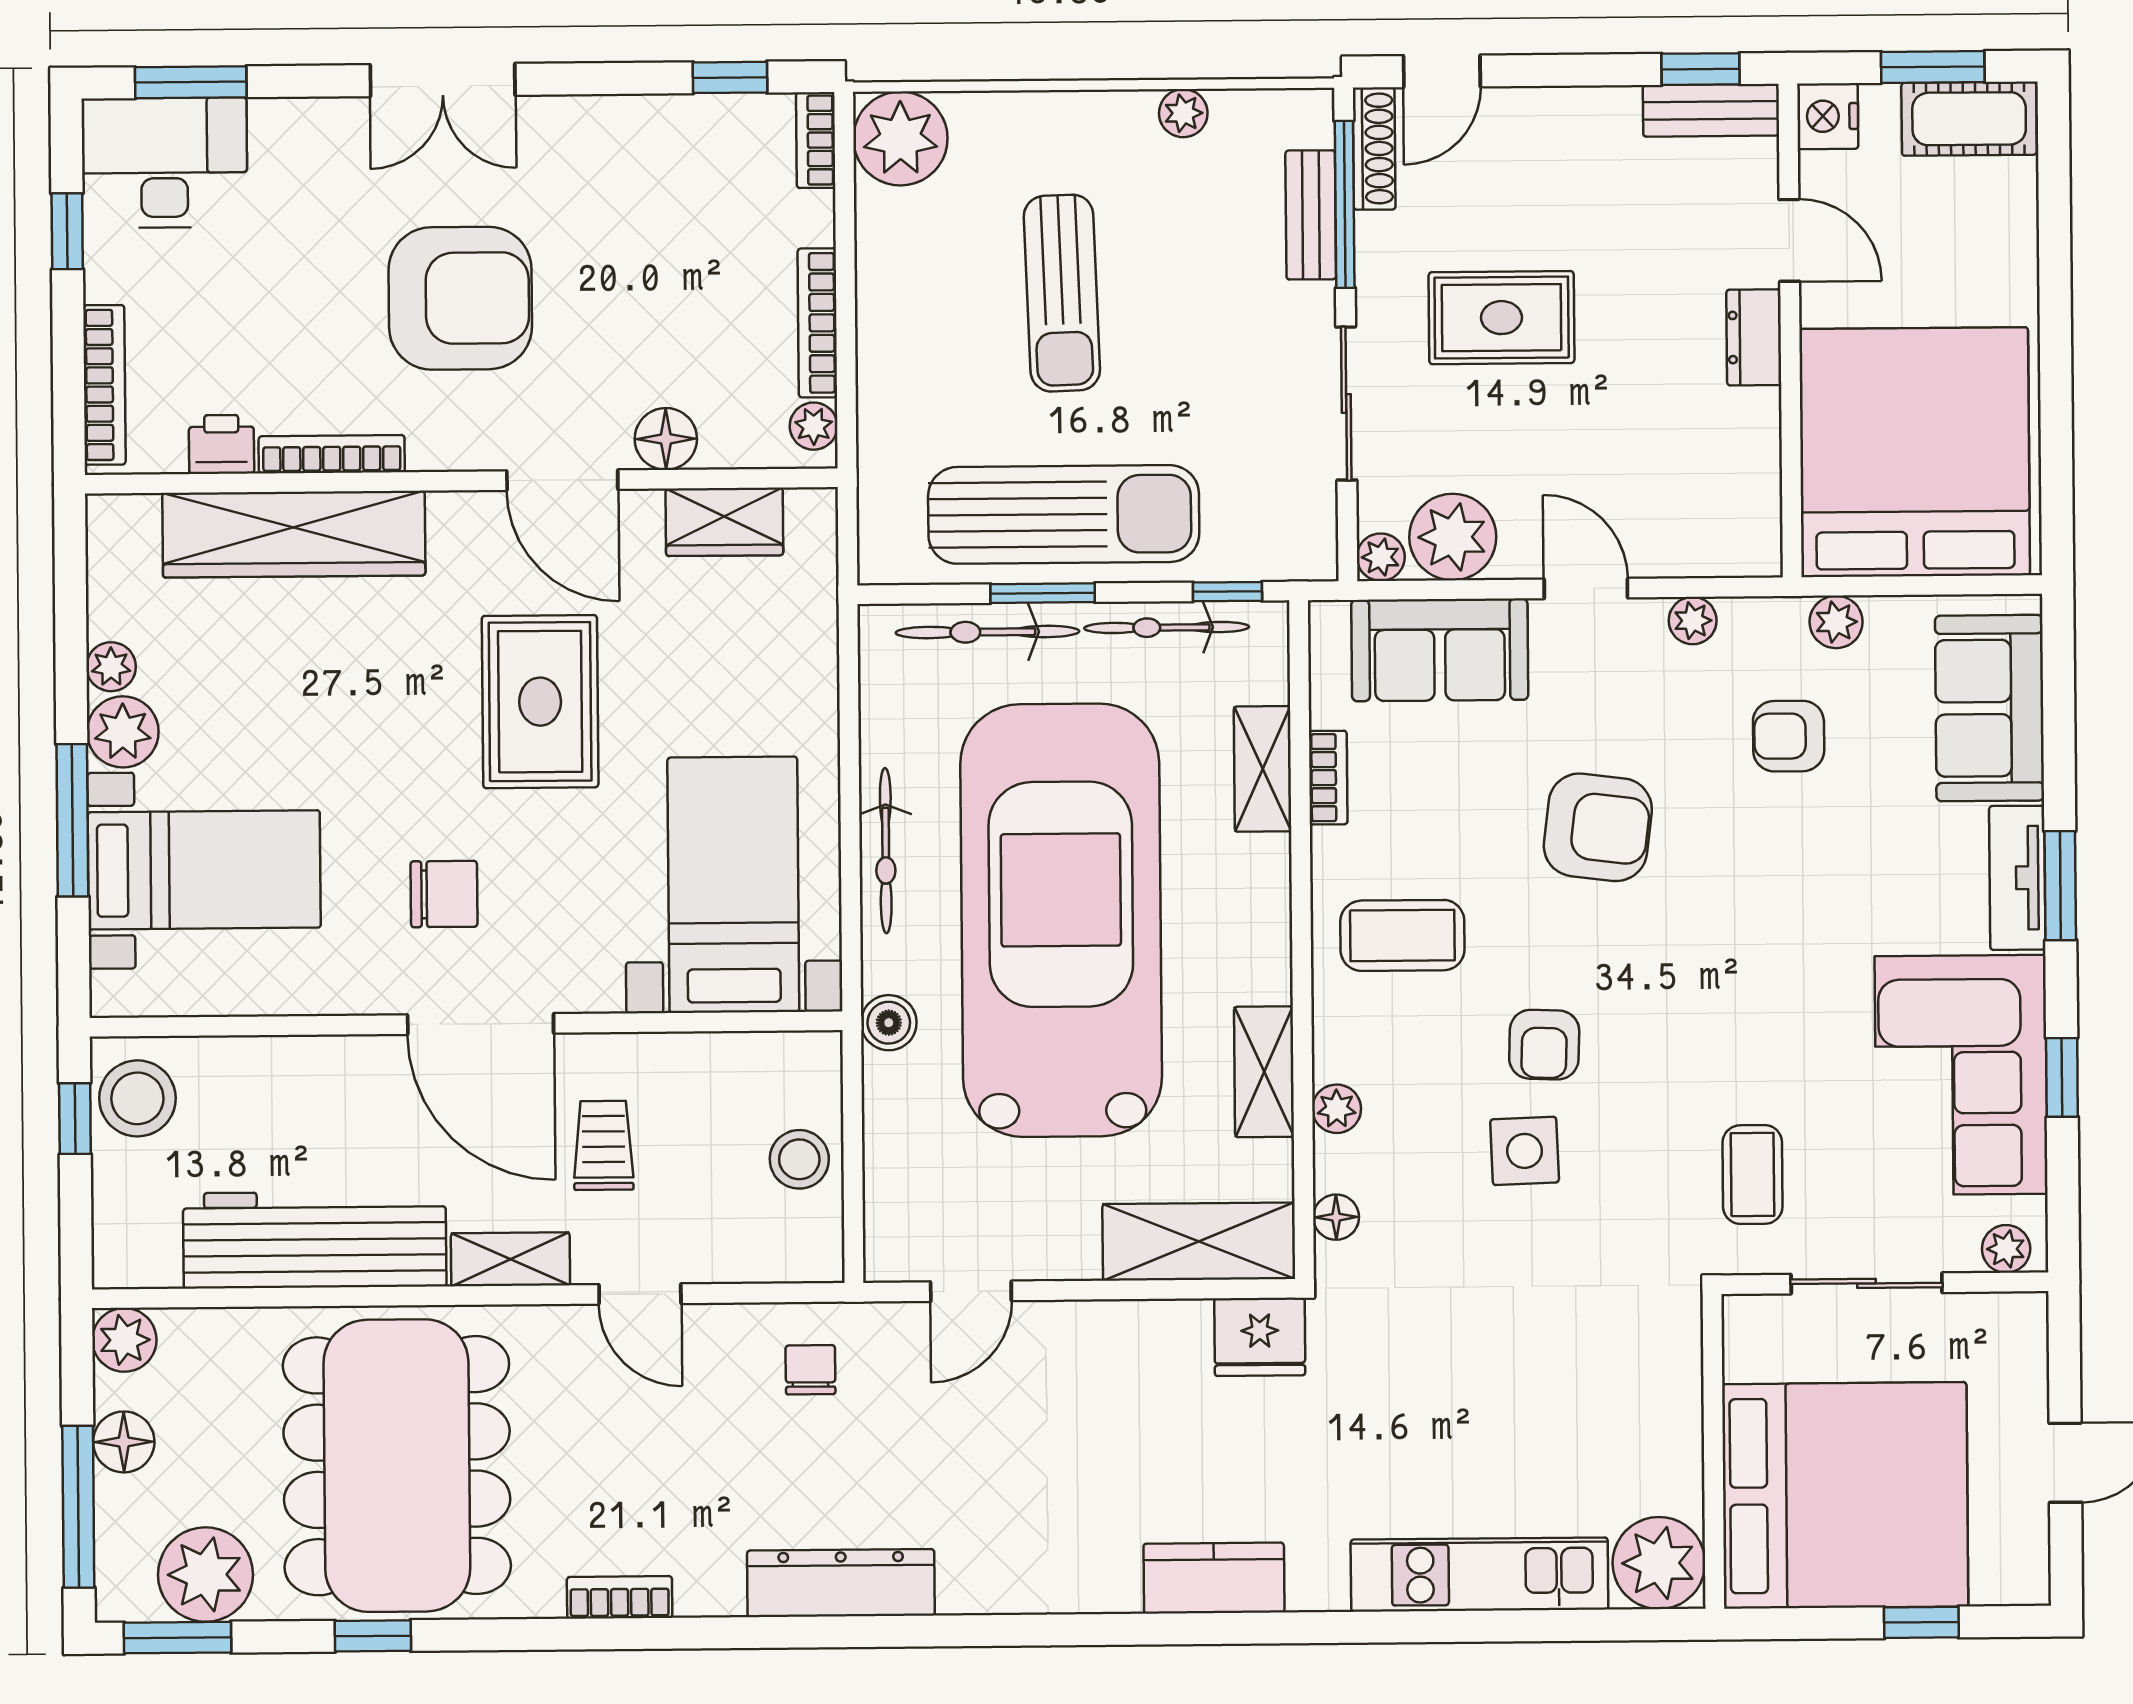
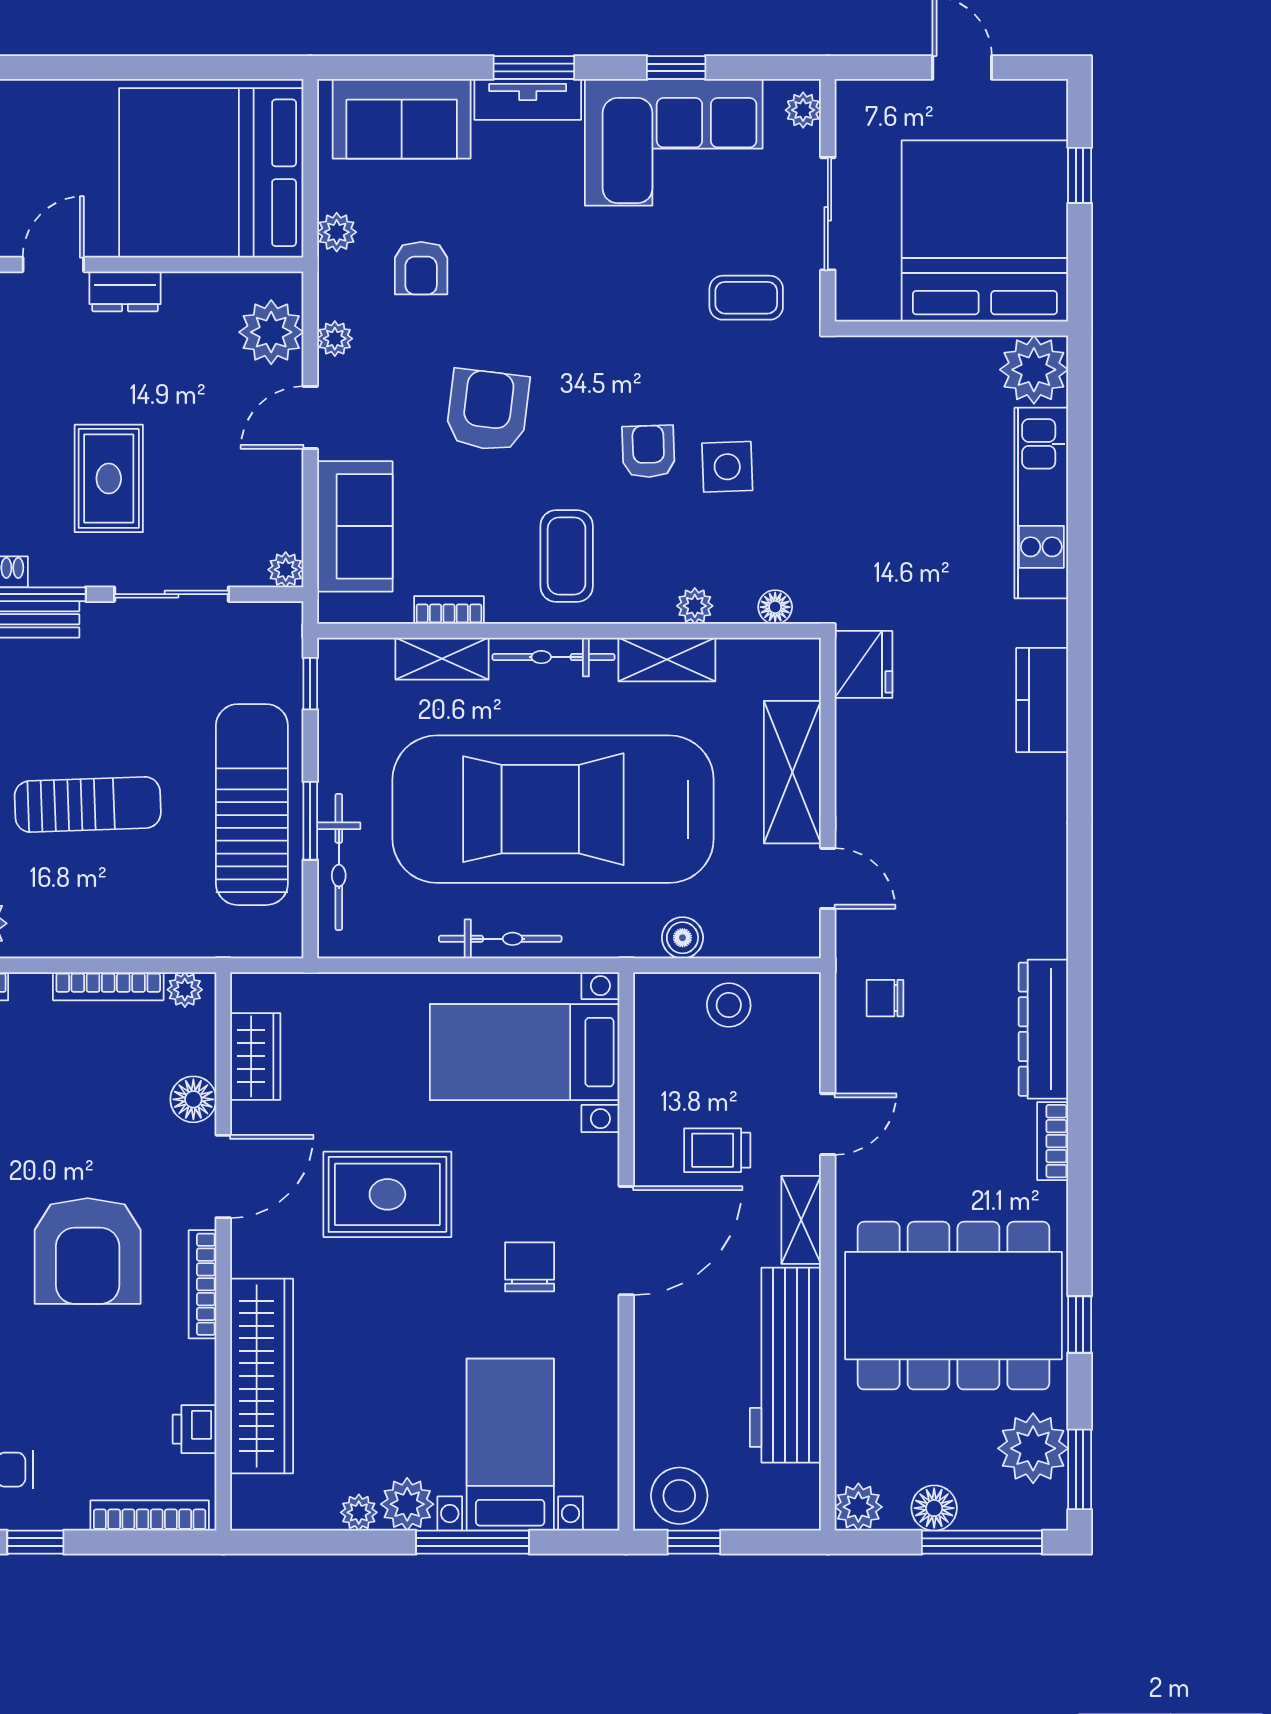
armchair: (460, 298) -> (88, 1251), turned 180
bookcase: (332, 454) -> (203, 1284), moved
plant: (1453, 537) -> (271, 332), moved
bicycle: (1167, 627) -> (554, 657), moved, turned 90
boiler: (889, 1023) -> (682, 938), moved
armchair: (1544, 1045) -> (648, 451), turned -94
shelving: (1199, 1242) -> (792, 772), moved
dresser: (841, 1583) -> (1043, 1029), moved

